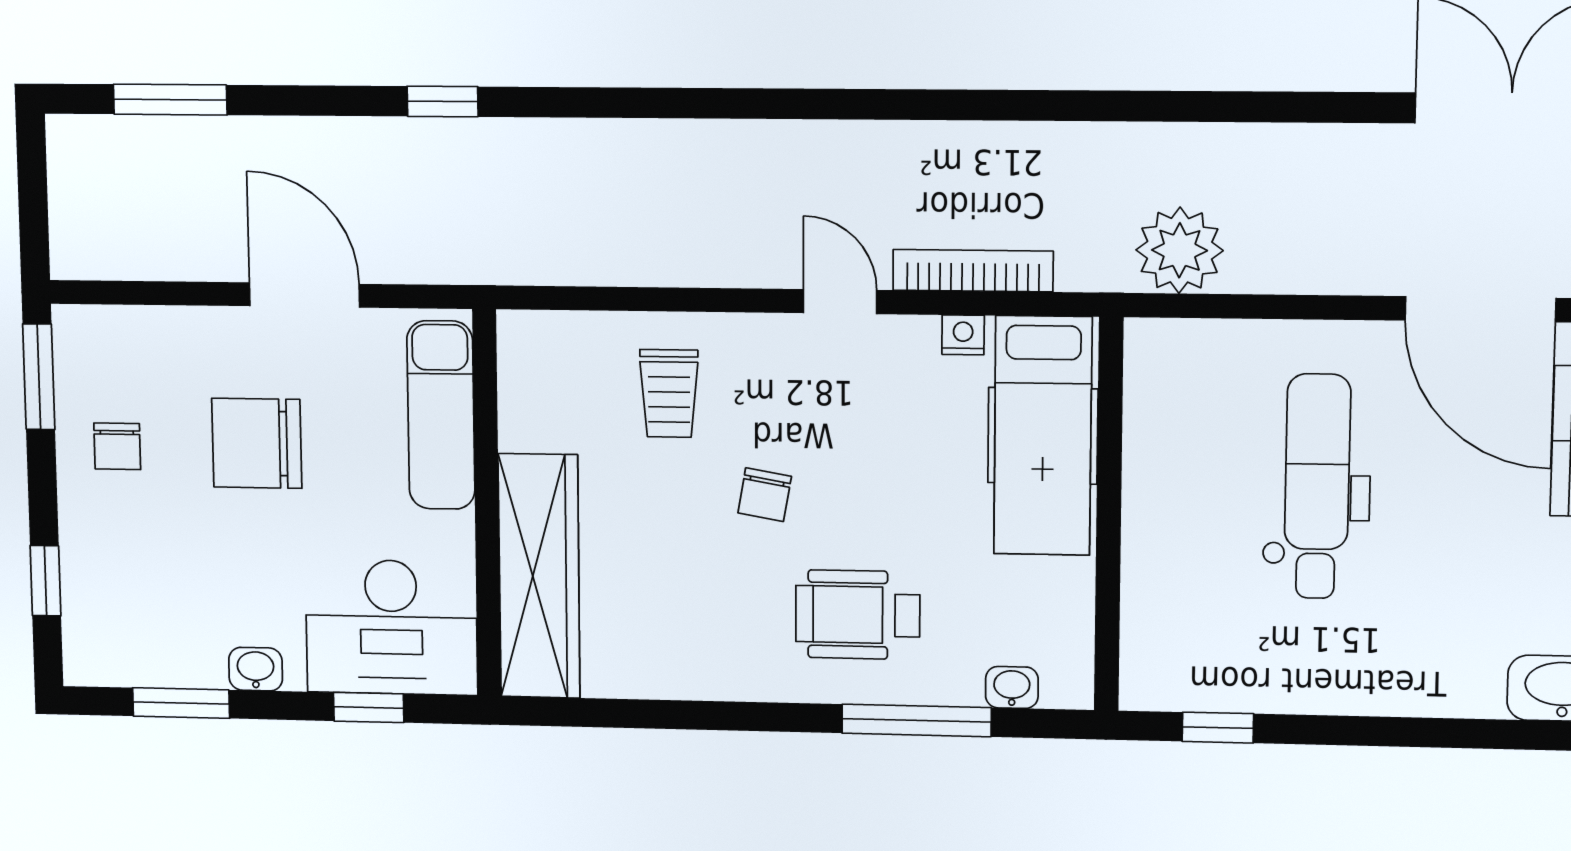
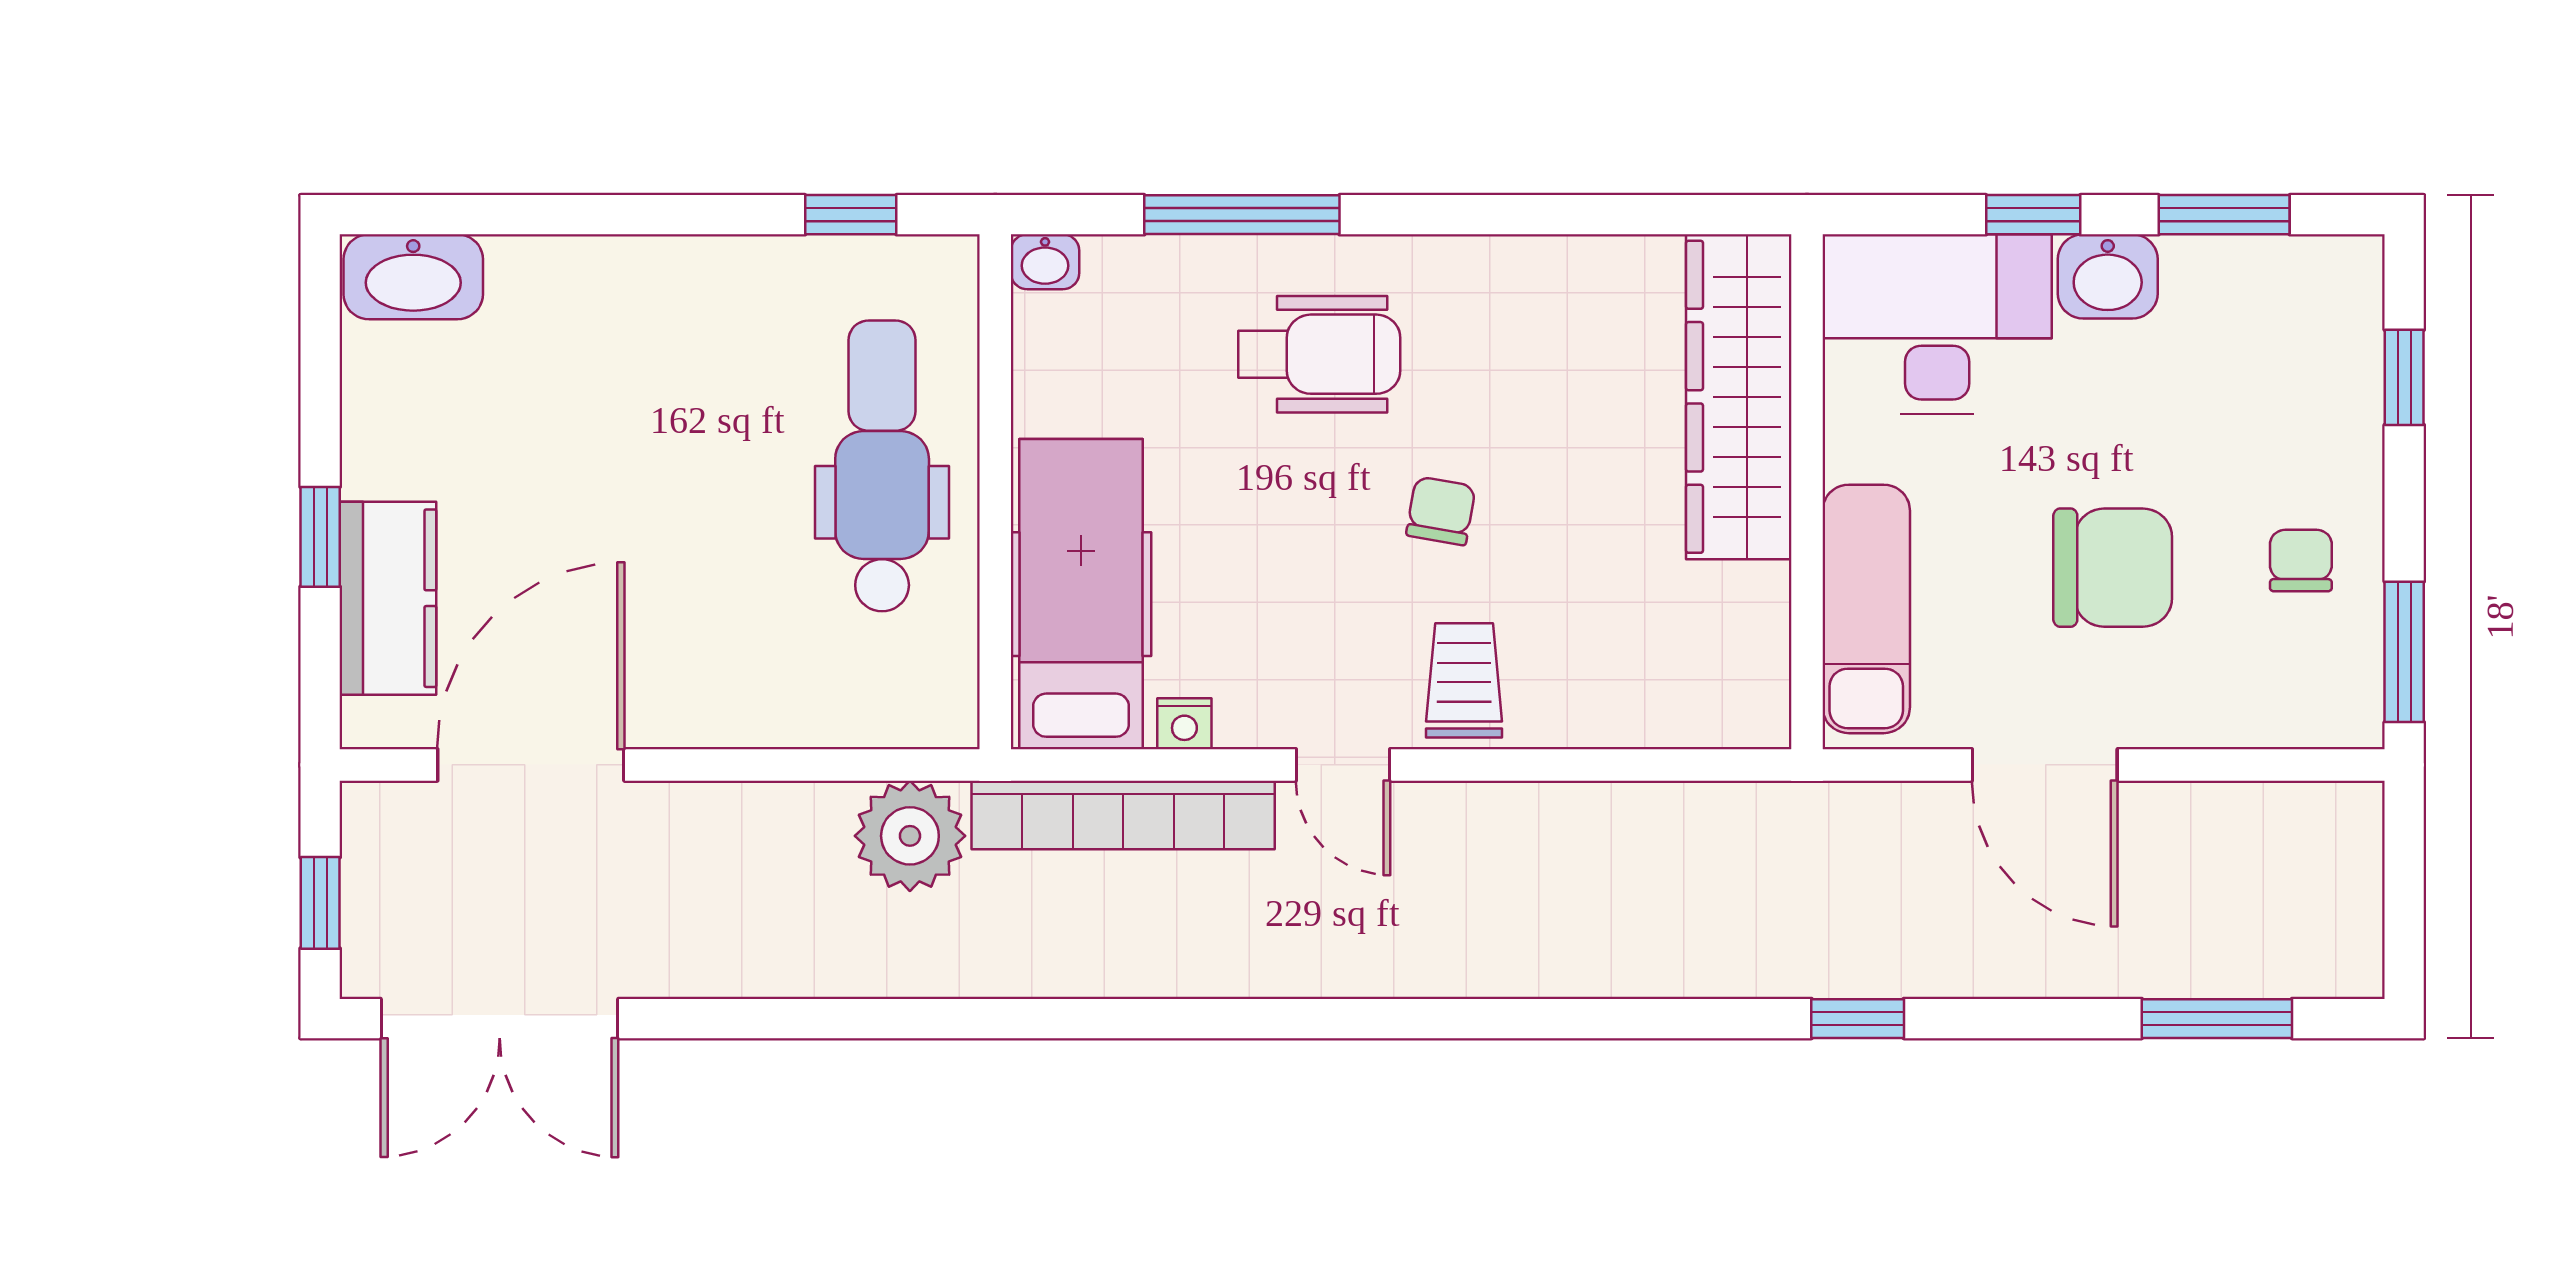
bookcase: (973, 271) -> (1123, 815), width x1.48, depth x1.31
door: (1480, 309) -> (531, 765), hinge flipped
trolley: (669, 393) -> (1464, 680), moved
dental chair: (1317, 486) -> (882, 466), moved, turned 180
washbasin: (256, 669) -> (2108, 276), width x1.38, depth x1.45
washbasin: (1012, 687) -> (1045, 262), moved
window: (369, 708) -> (2033, 215), moved

